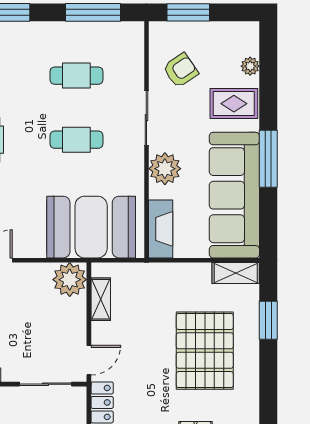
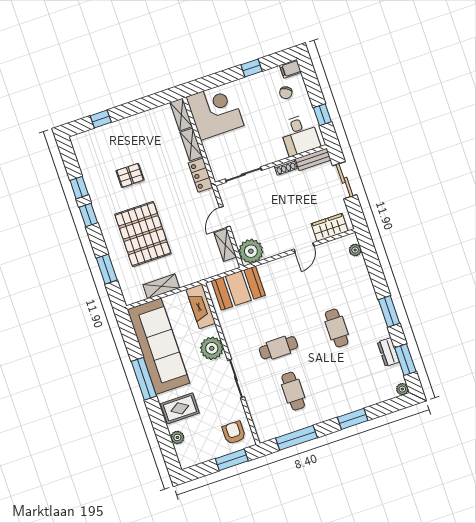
armchair: (181, 70) -> (234, 433), moved, turned 124
cafe table: (76, 76) -> (293, 391), turned 90
booth: (91, 227) -> (238, 288), width x0.73, depth x0.70
shelving: (236, 273) -> (161, 286), moved
door: (89, 360) -> (225, 217), moved
window: (268, 400) -> (88, 215), added

